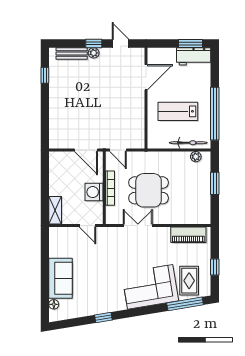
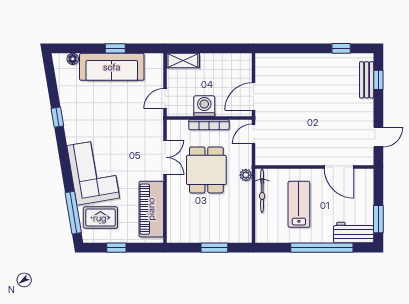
window: (94, 44) -> (378, 80), moved
plant: (94, 53) -> (367, 106), removed
workbench: (194, 56) -> (354, 232), moved, turned 90
window: (215, 114) -> (322, 248), moved
bicycle: (188, 143) -> (262, 191), moved
plant: (196, 157) -> (246, 175), moved
piano: (188, 235) -> (151, 209), width x1.37, depth x1.33
window: (45, 268) -> (115, 48), added
sofa: (61, 278) -> (112, 67), width x1.36

